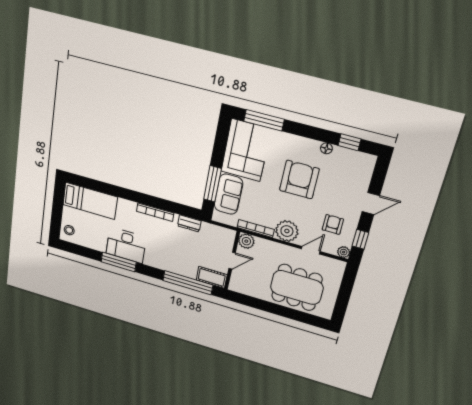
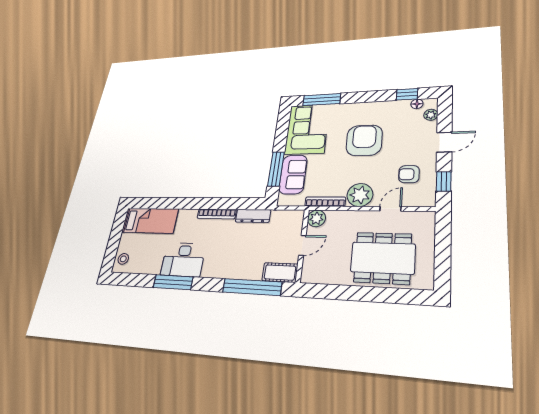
floor lamp: (326, 148) -> (417, 104), moved
dresser: (189, 223) -> (253, 216), width x1.44
armchair: (333, 224) -> (409, 174), turned -90
plant: (344, 252) -> (431, 115), moved

